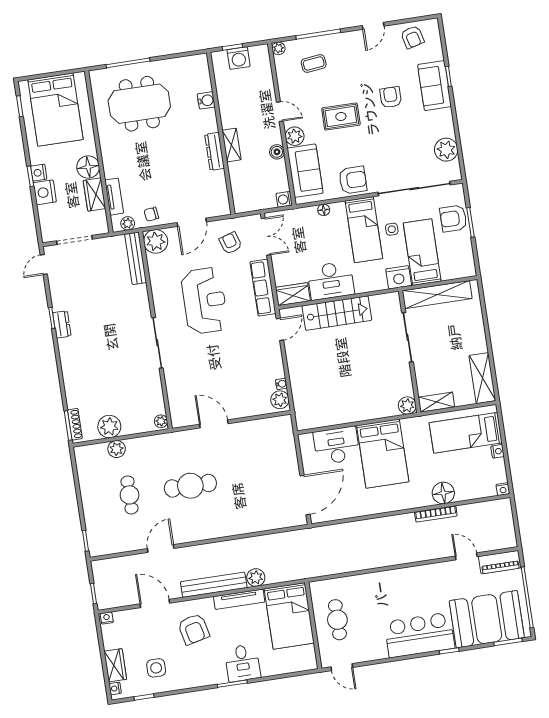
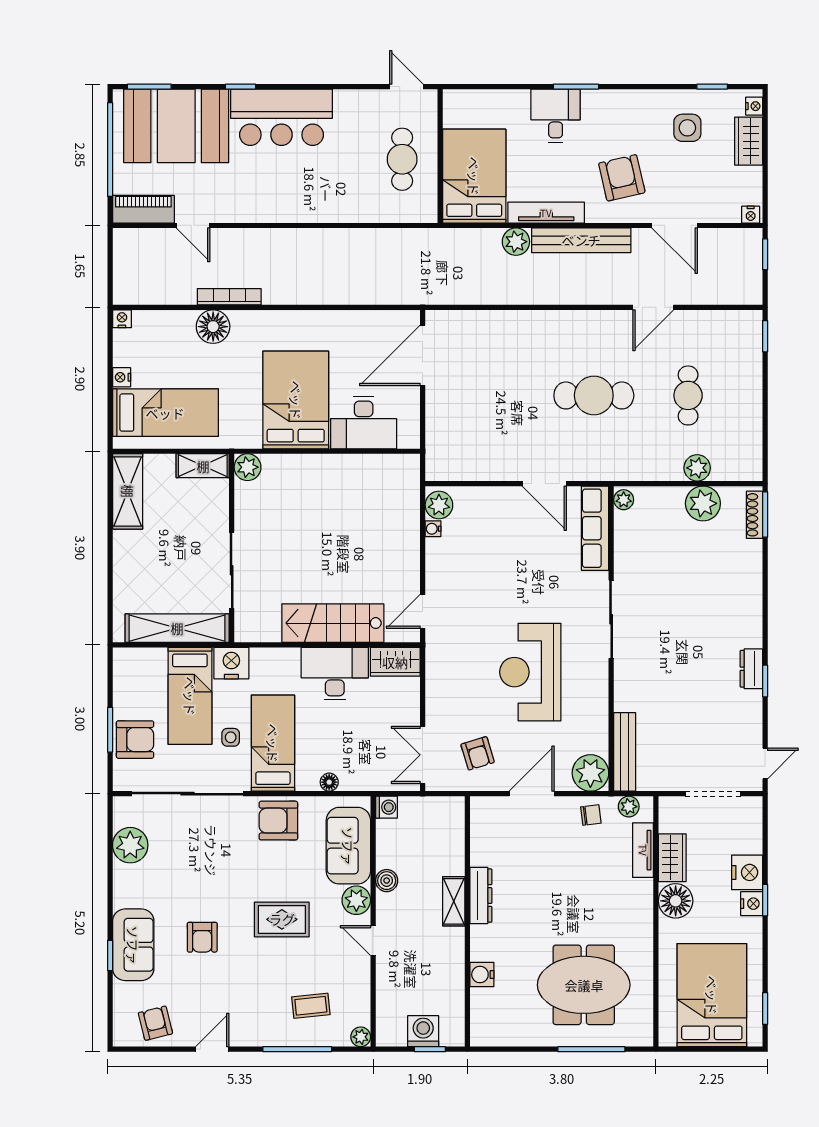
row of seats: (263, 288) -> (595, 528), moved, turned 180

